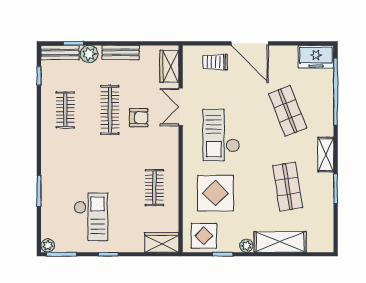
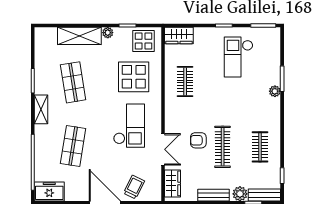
trolley: (215, 62) -> (134, 187), turned -64
shop shelf: (288, 111) -> (73, 146), turned 30
plant: (48, 245) -> (275, 91), moved

